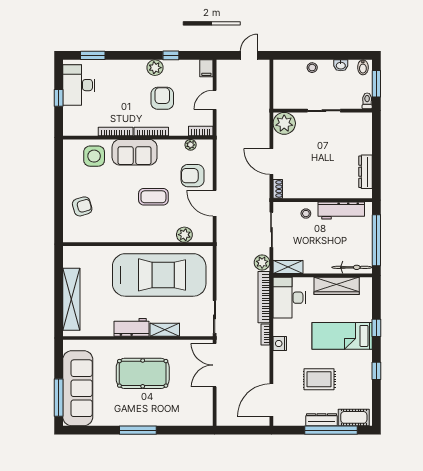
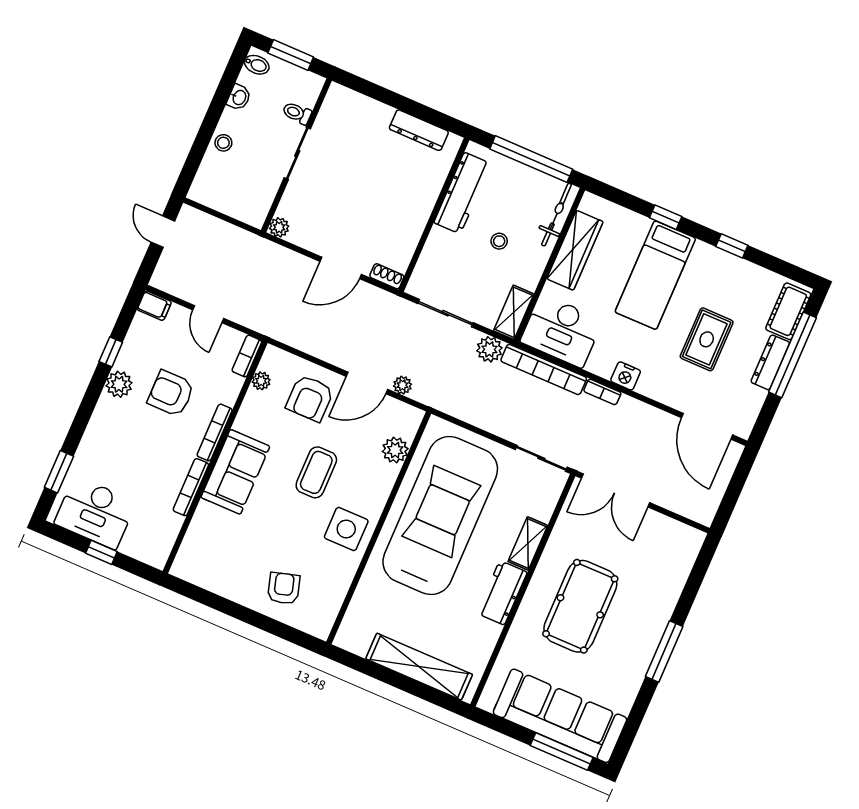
toilet: (367, 101) -> (297, 113), moved
plant: (284, 123) -> (279, 227), width x0.53, depth x0.53
side table: (94, 156) -> (346, 529), moved
stool: (306, 214) -> (499, 241), moved
plant: (222, 223) -> (402, 385), added

